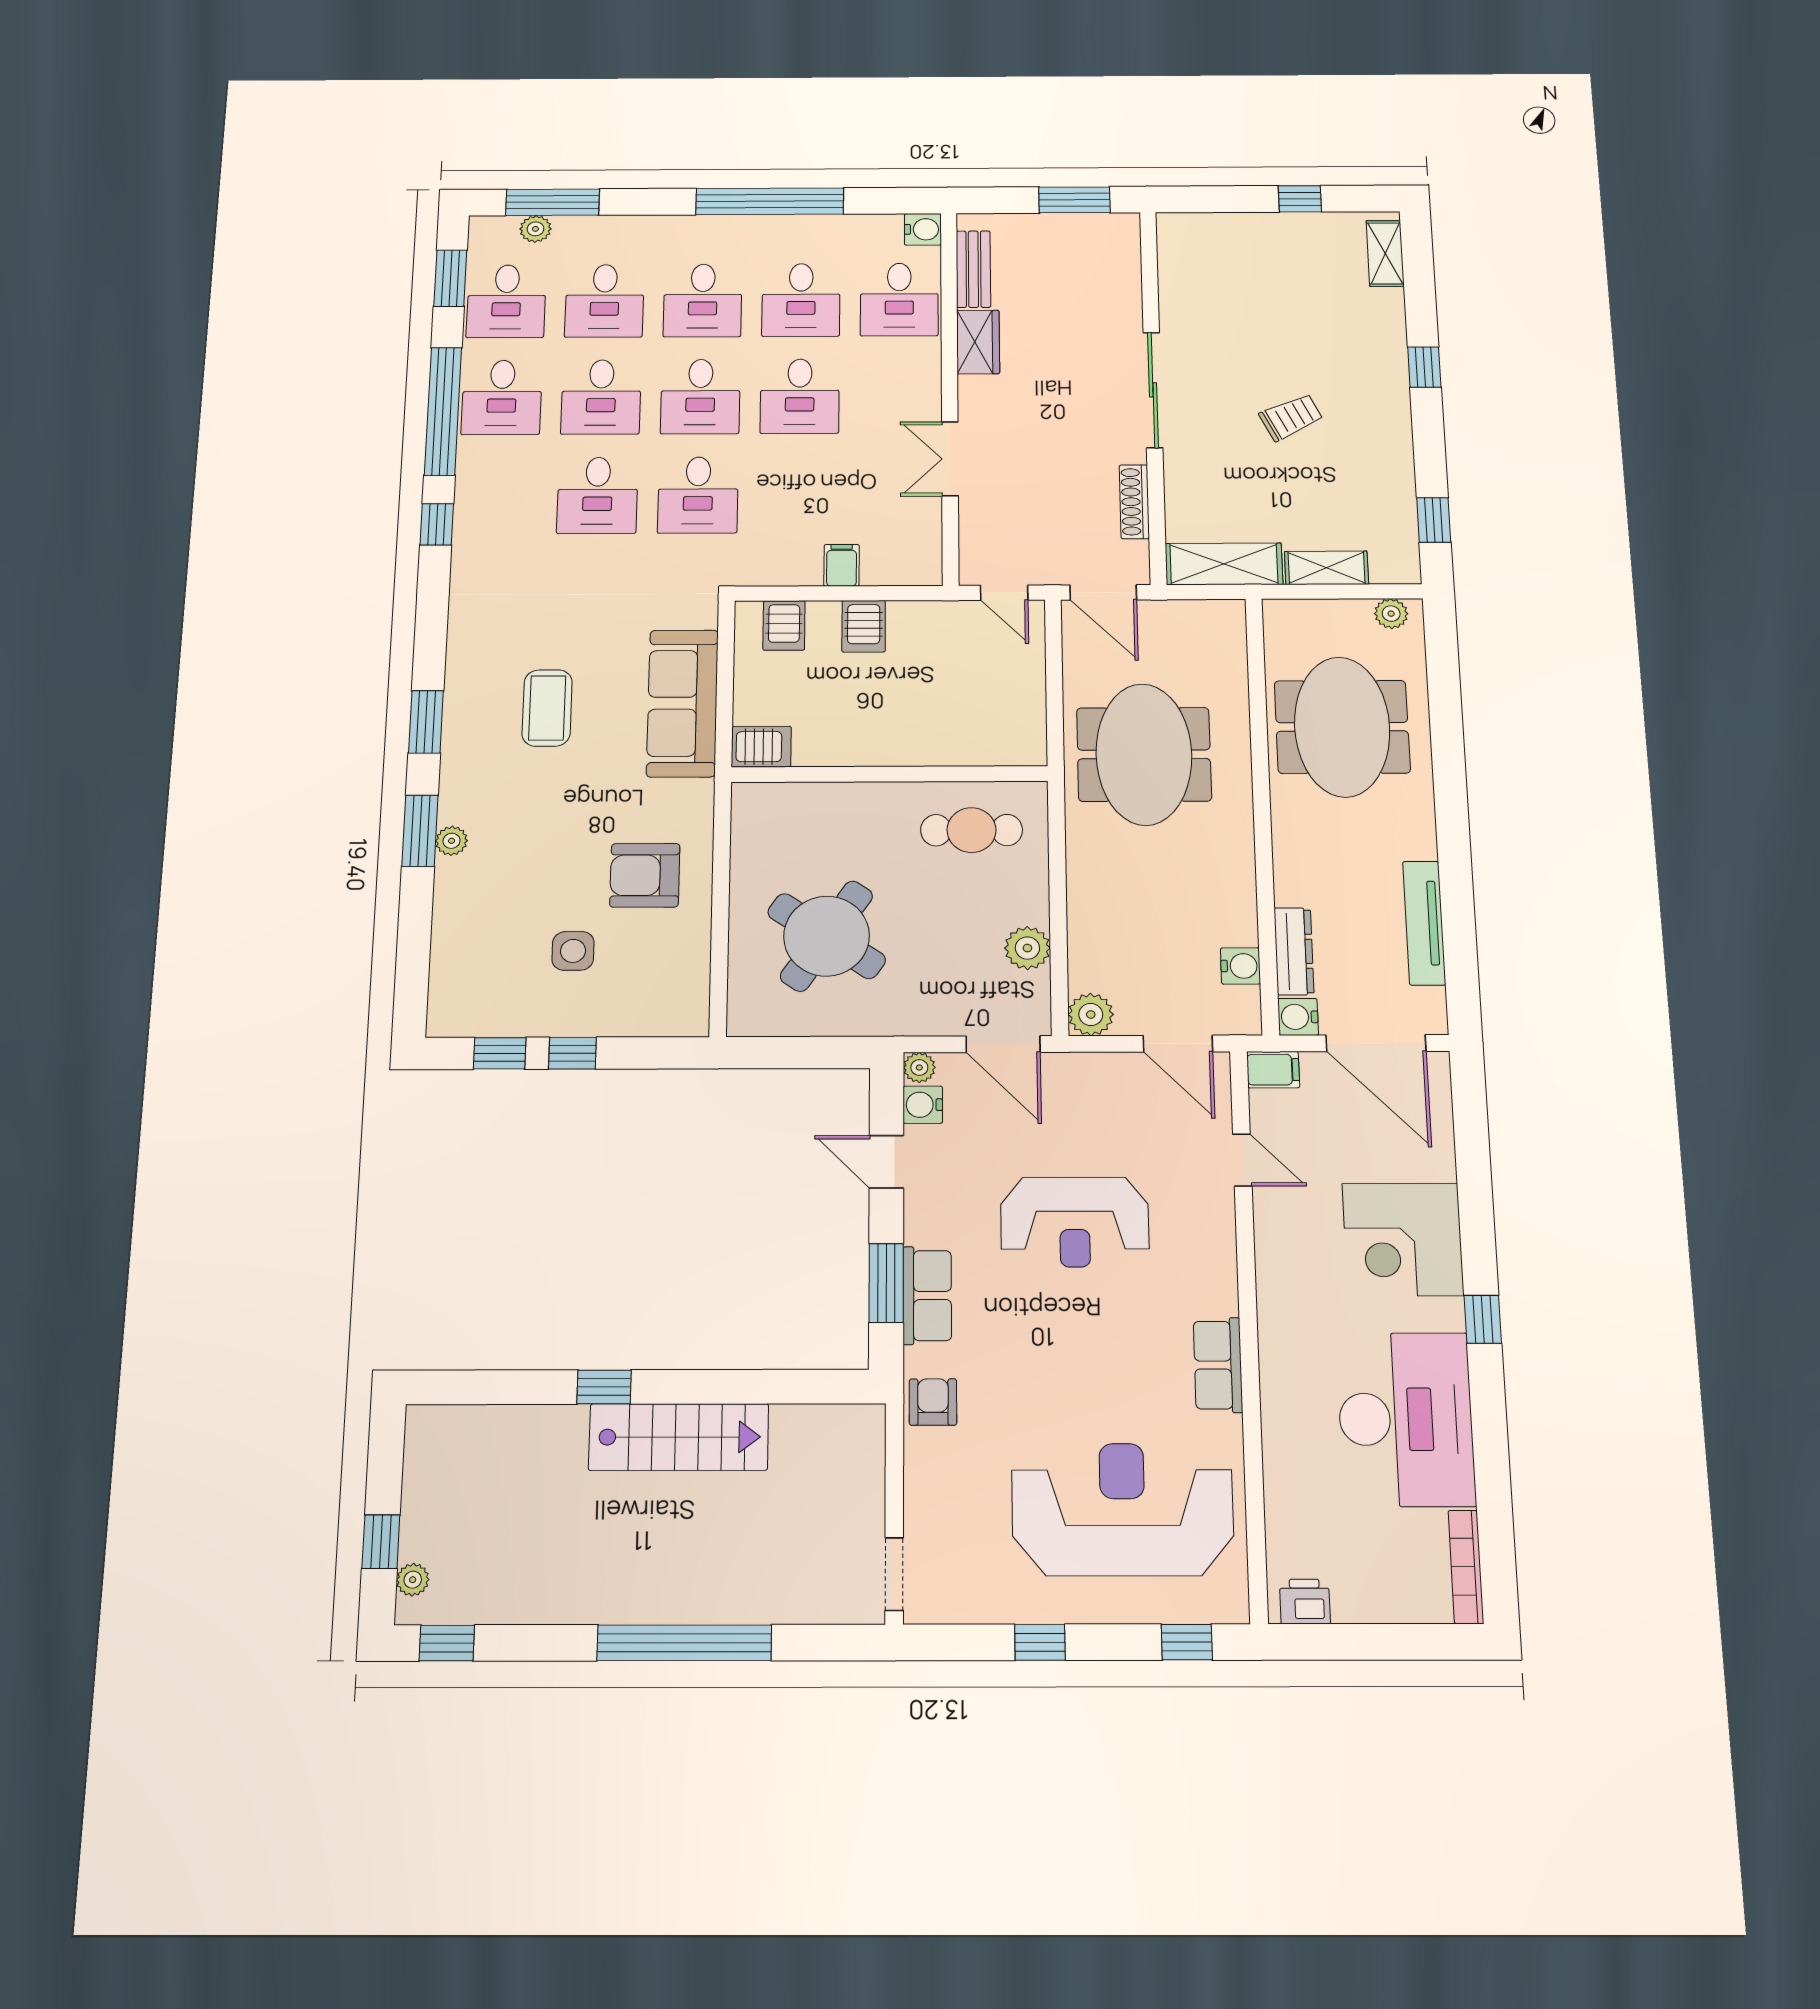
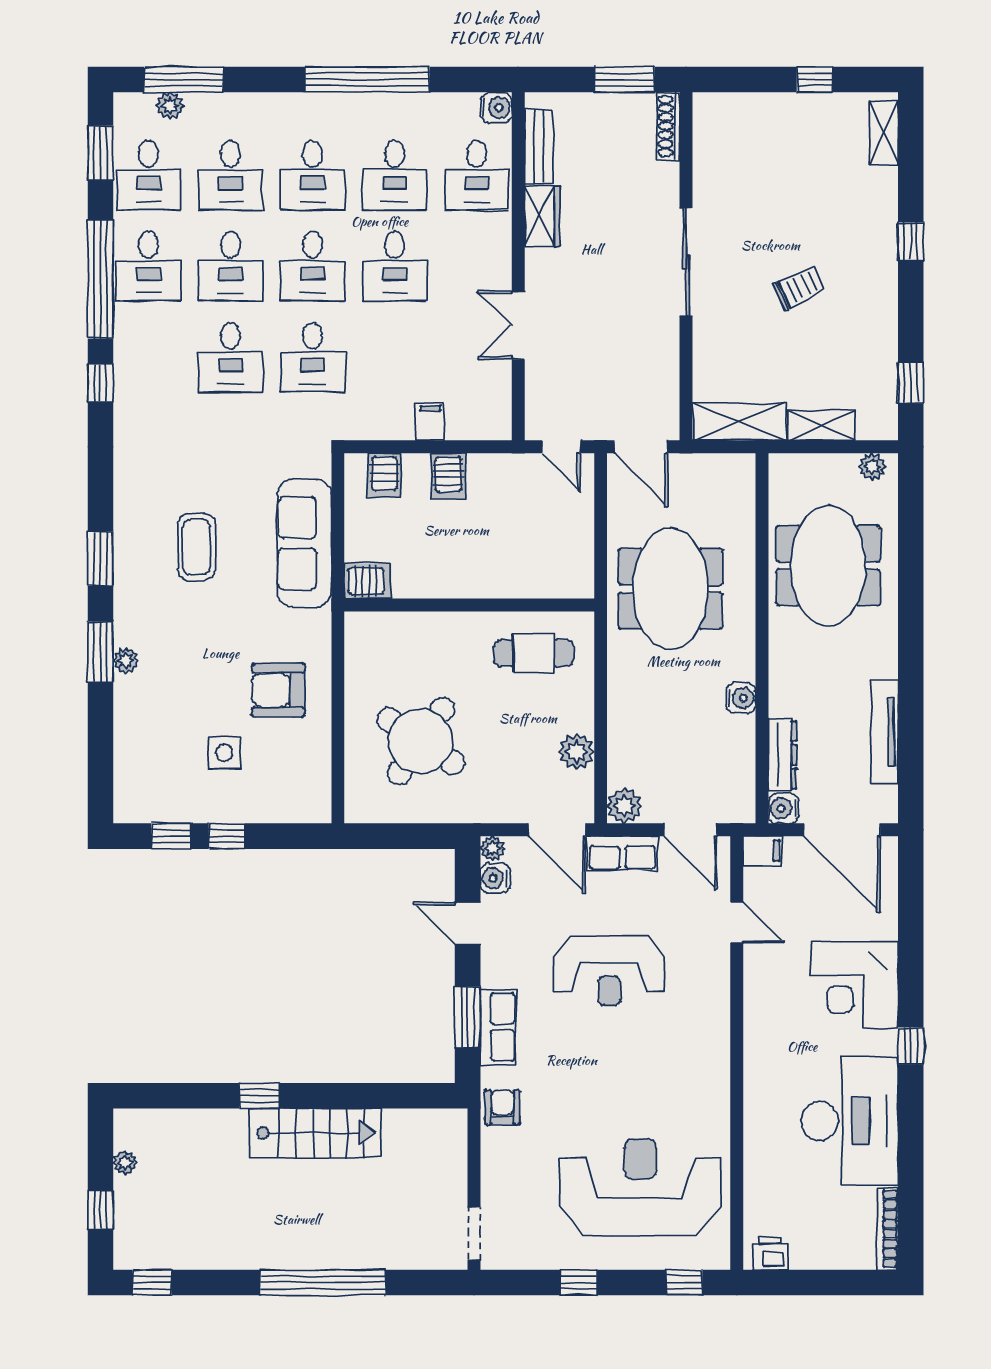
shoe rack: (1134, 502) -> (668, 126), moved
water cooler: (1241, 966) -> (741, 698), moved
row of seats: (1218, 1365) -> (622, 853), moved, turned -90
plant: (413, 1580) -> (125, 1163), moved

